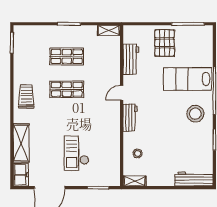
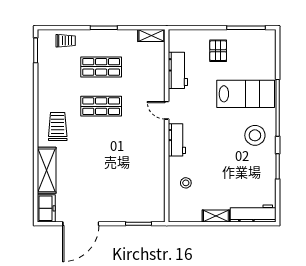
trolley: (37, 35) -> (66, 41), added
pallet: (165, 43) -> (218, 51), width x0.67, depth x0.71
lab bench: (188, 79) -> (246, 94), turned 180
door: (122, 93) -> (167, 110), hinge flipped
trolley: (26, 96) -> (58, 127), moved
checkout: (76, 153) -> (113, 182), removed
shelving: (135, 181) -> (216, 216), moved

